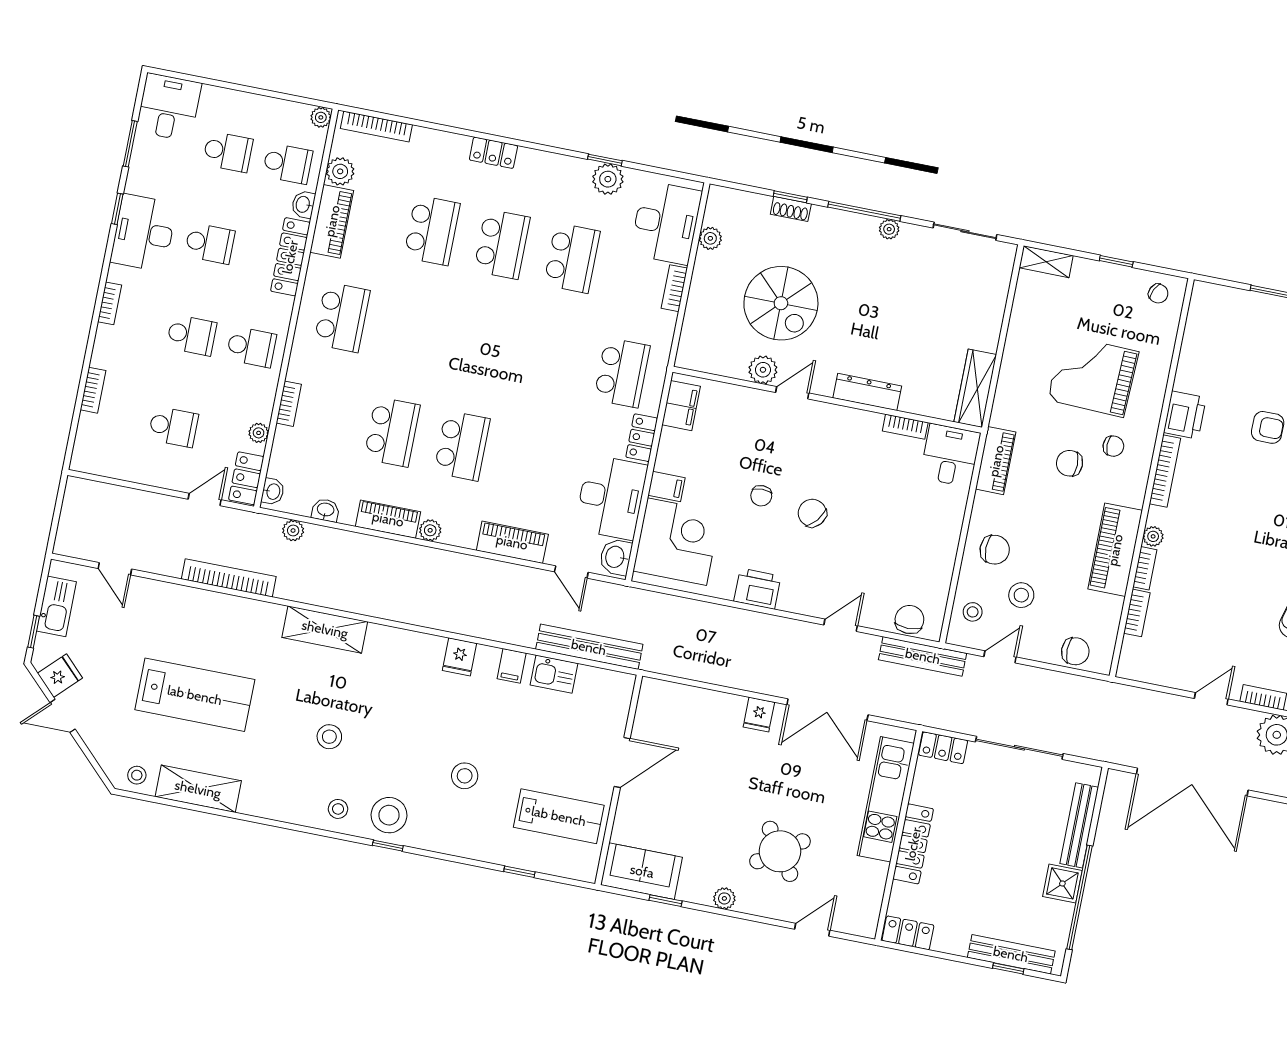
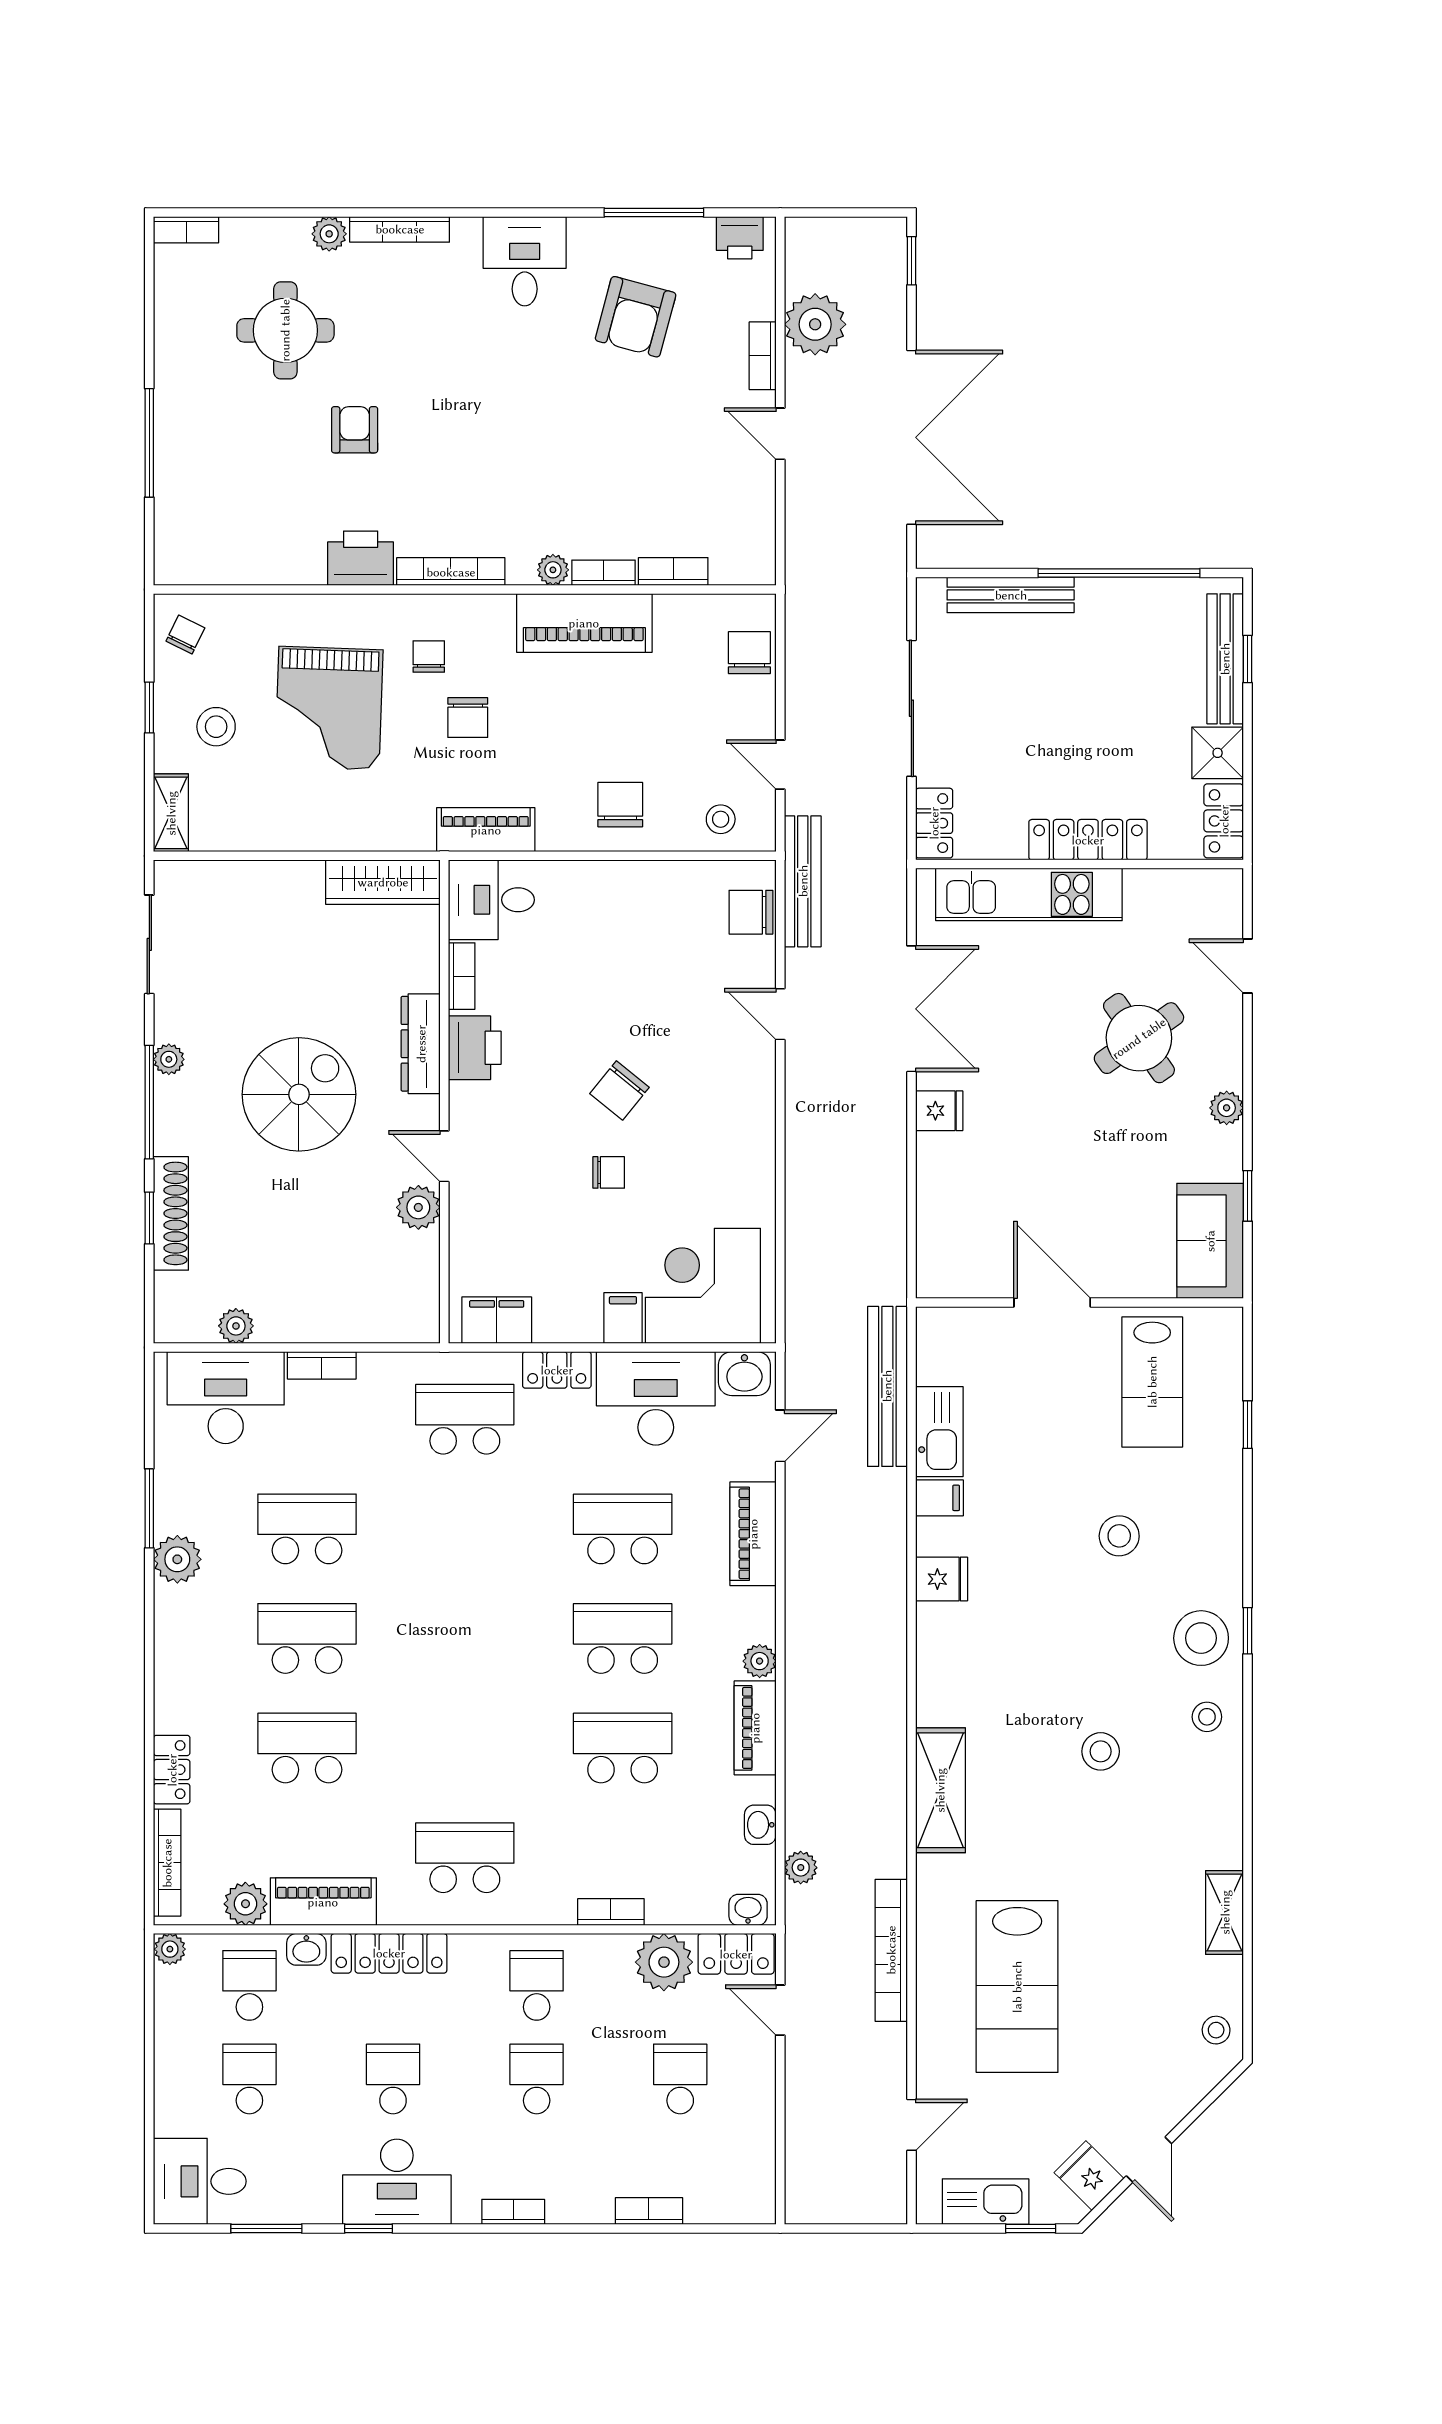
locker: (493, 153) -> (172, 1770), moved
window: (605, 160) -> (149, 1508), width x1.50
plant: (608, 179) -> (177, 1559), moved
shoe rack: (791, 209) -> (171, 1213), width x1.94, depth x1.24
spiral stairs: (781, 303) -> (299, 1094), moved
plant: (259, 433) -> (664, 1962), width x1.88, depth x1.88
school desk: (532, 460) -> (623, 1529), added
printer: (757, 589) -> (475, 1048), moved, turned 180
stool: (1021, 595) -> (216, 727), moved
kitchen sink: (554, 674) -> (939, 1432), width x1.38
lab bench: (195, 695) -> (1017, 1987), moved, turned 180
shelving: (198, 789) -> (1225, 1912), width x0.67, depth x0.75
lab bench: (559, 816) -> (1152, 1382), turned 180
shower: (1062, 883) -> (1218, 753), moved

